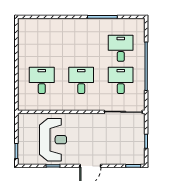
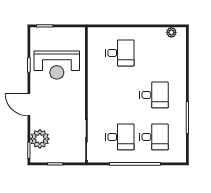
plant: (22, 32) -> (171, 32), added
desk: (81, 80) -> (154, 95), moved
plant: (122, 156) -> (40, 139), added

